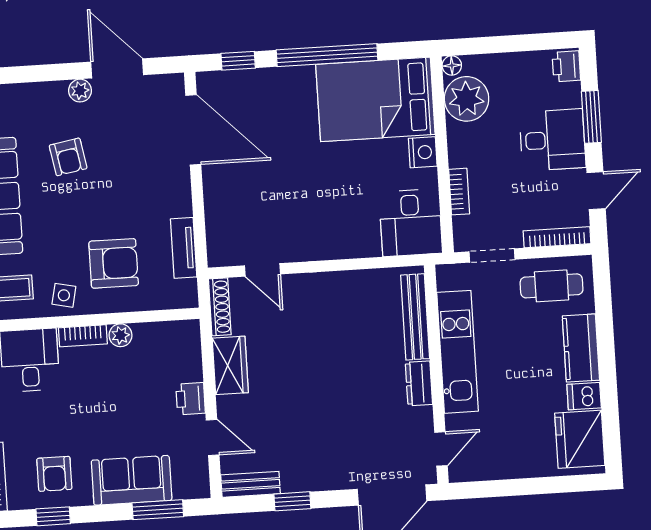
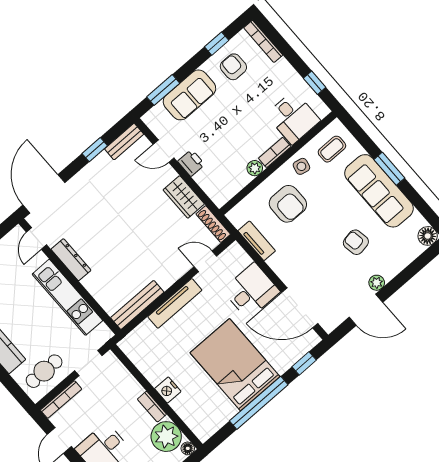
bed: (375, 99) -> (235, 365), moved, turned -90
bookcase: (459, 192) -> (152, 407), moved
desk: (411, 223) -> (251, 291), moved, turned 90
tv unit: (336, 248) -> (175, 303), added
armchair: (114, 263) -> (288, 204), turned -90
bench: (415, 317) -> (137, 305), moved, turned 90
dresser: (419, 383) -> (71, 260), width x1.44

